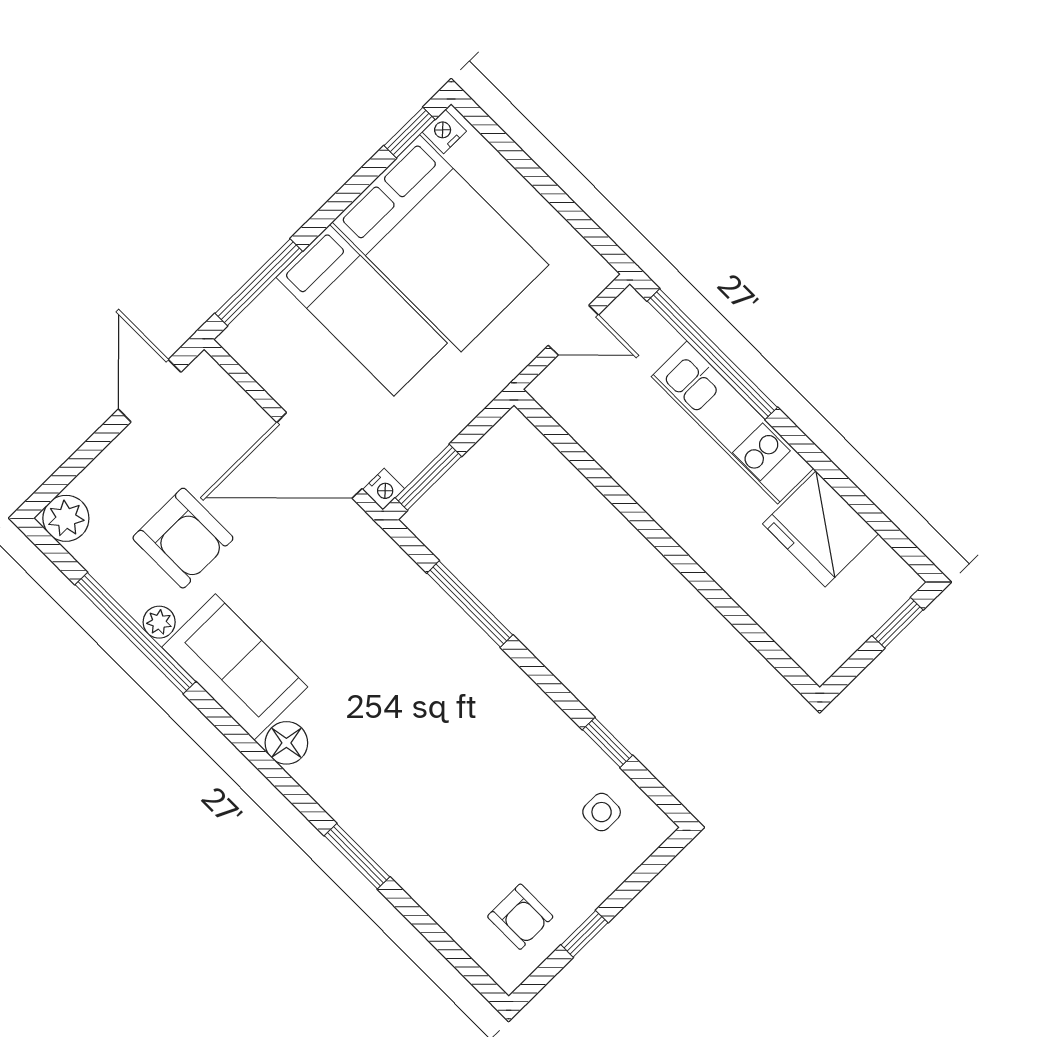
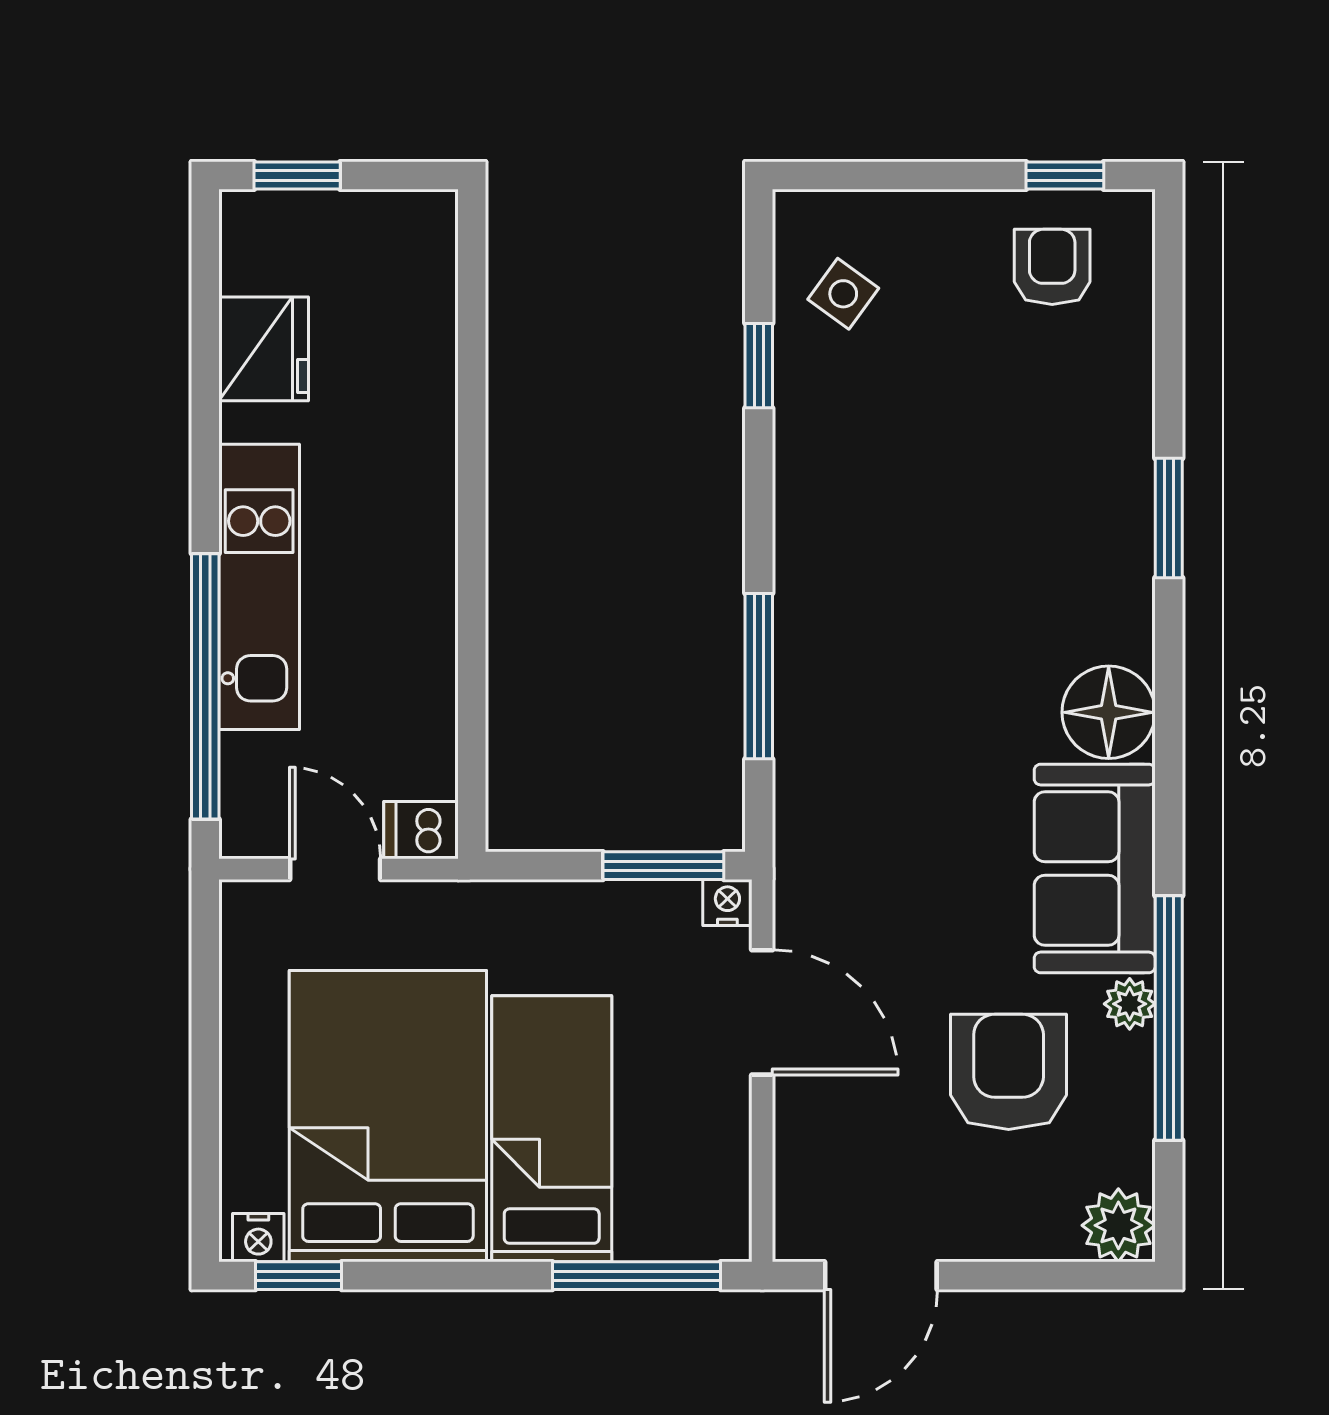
dishwasher: (552, 386) -> (421, 830), added
door: (319, 455) -> (762, 1012), width x0.73
fridge: (821, 529) -> (264, 349), width x0.73, depth x0.75
floor lamp: (286, 743) -> (1109, 712), width x1.38, depth x1.38
side table: (602, 812) -> (843, 294), turned 36
window: (584, 934) -> (1065, 176), moved

